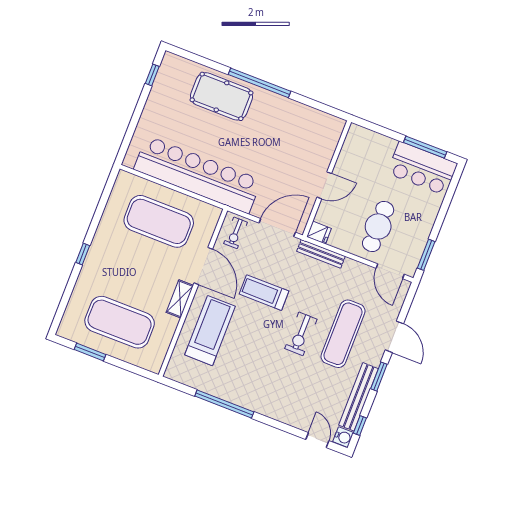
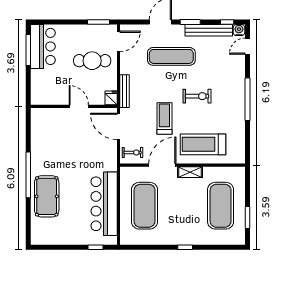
window: (152, 75) -> (96, 247), moved
bar counter: (197, 175) -> (104, 204), width x0.73
treadmill: (264, 293) -> (164, 119), turned 180
exercise bike: (301, 334) -> (197, 96), moved
window: (224, 404) -> (248, 99), moved

